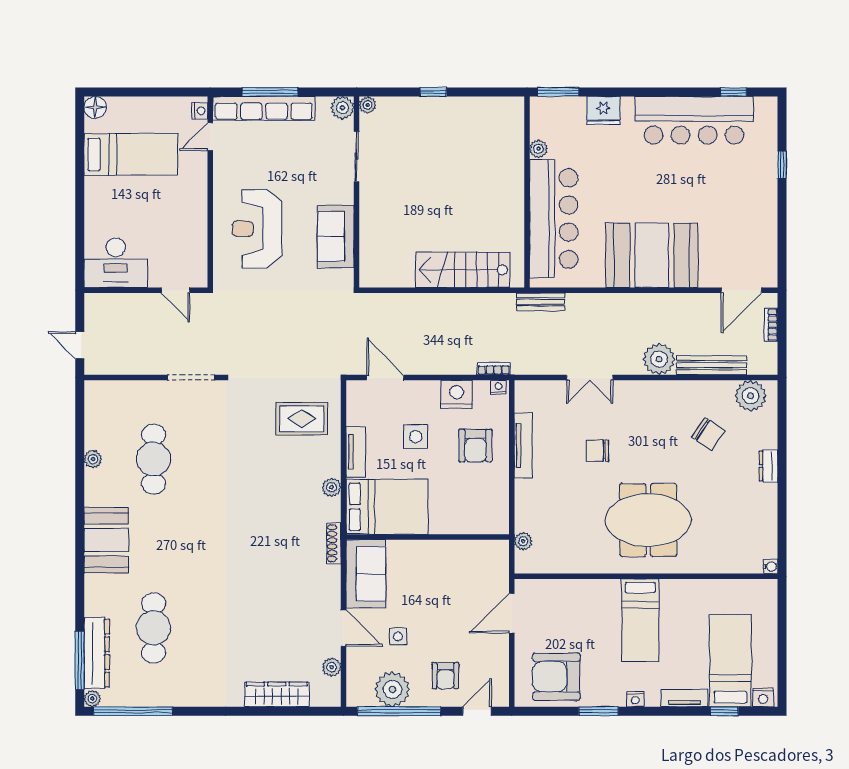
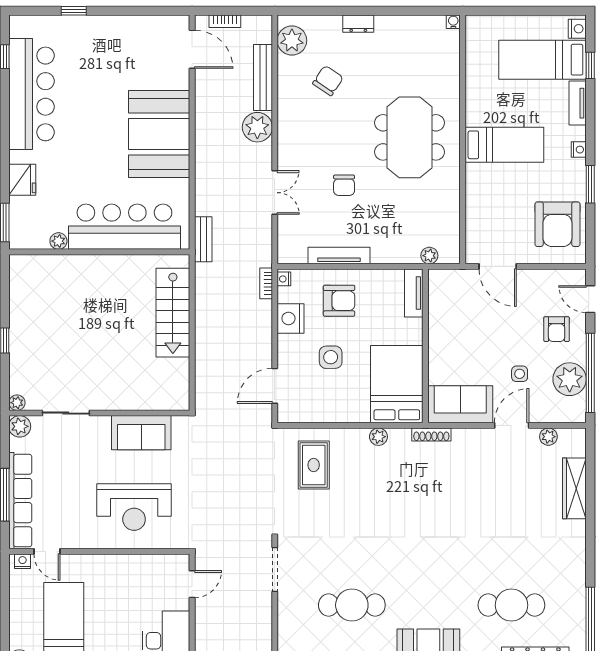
tv unit: (356, 452) -> (414, 293), moved, turned -90
armchair: (445, 676) -> (557, 329), turned 90

